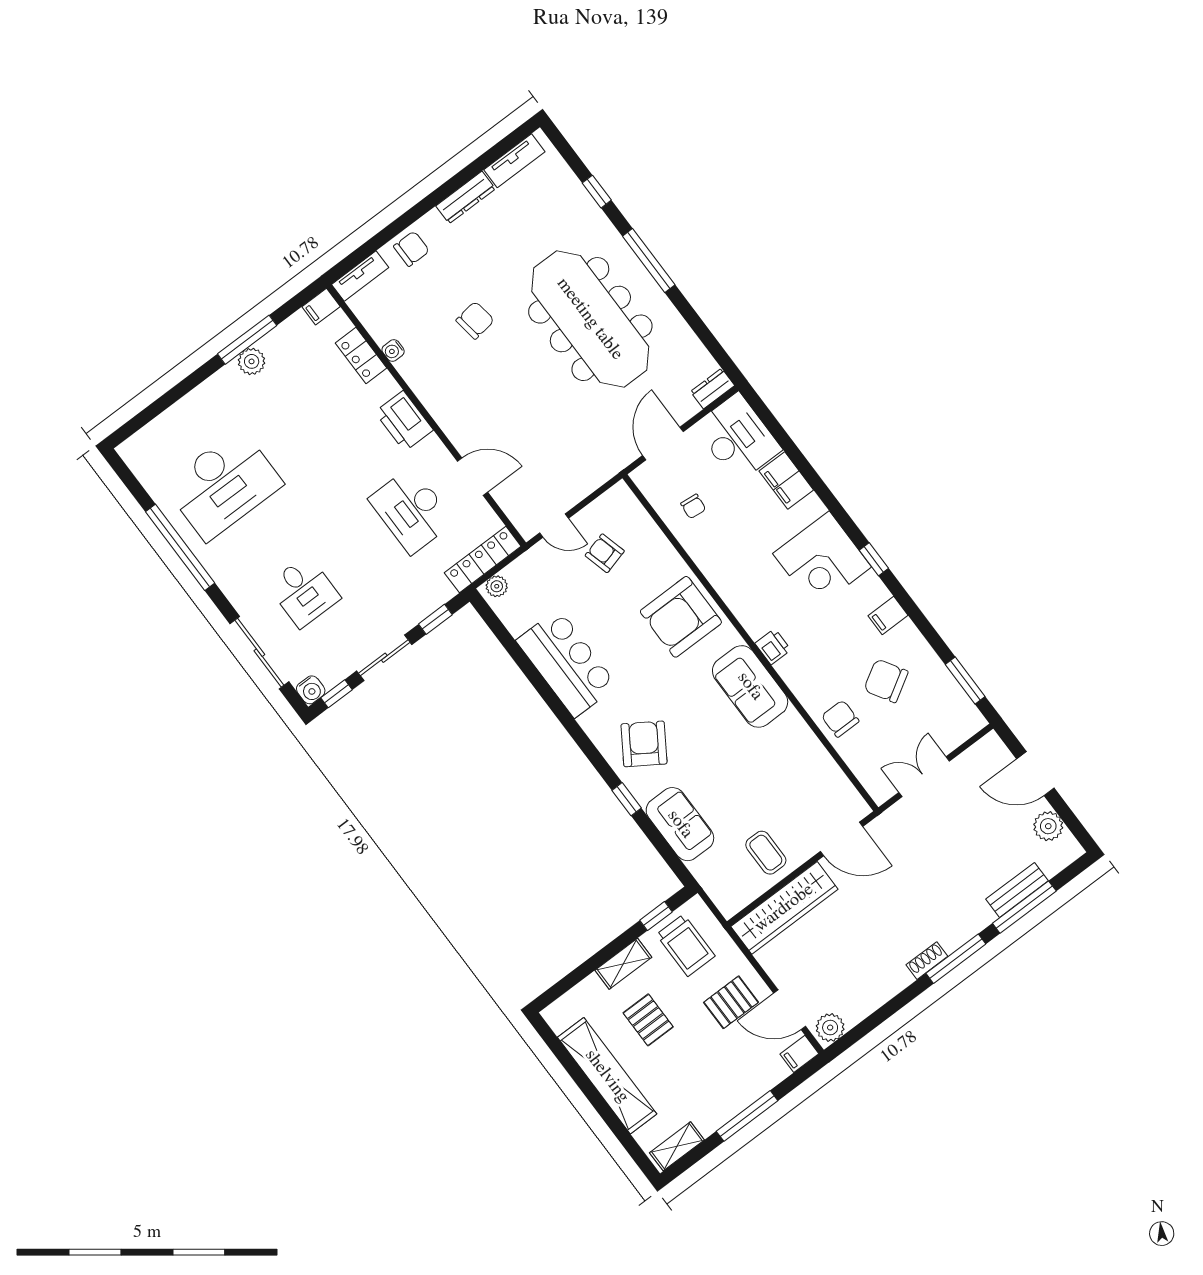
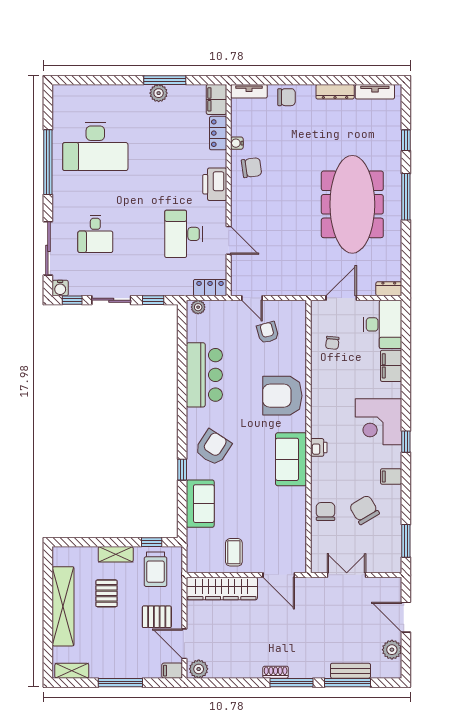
filing cabinet: (321, 307) -> (216, 99), width x2.00
chair: (475, 320) -> (251, 168), moved
locker: (483, 560) -> (210, 288), width x0.66

